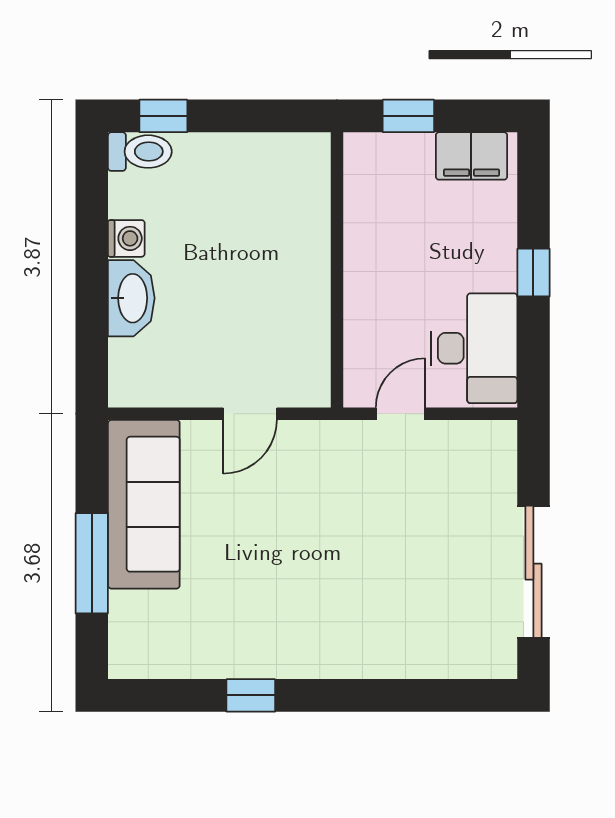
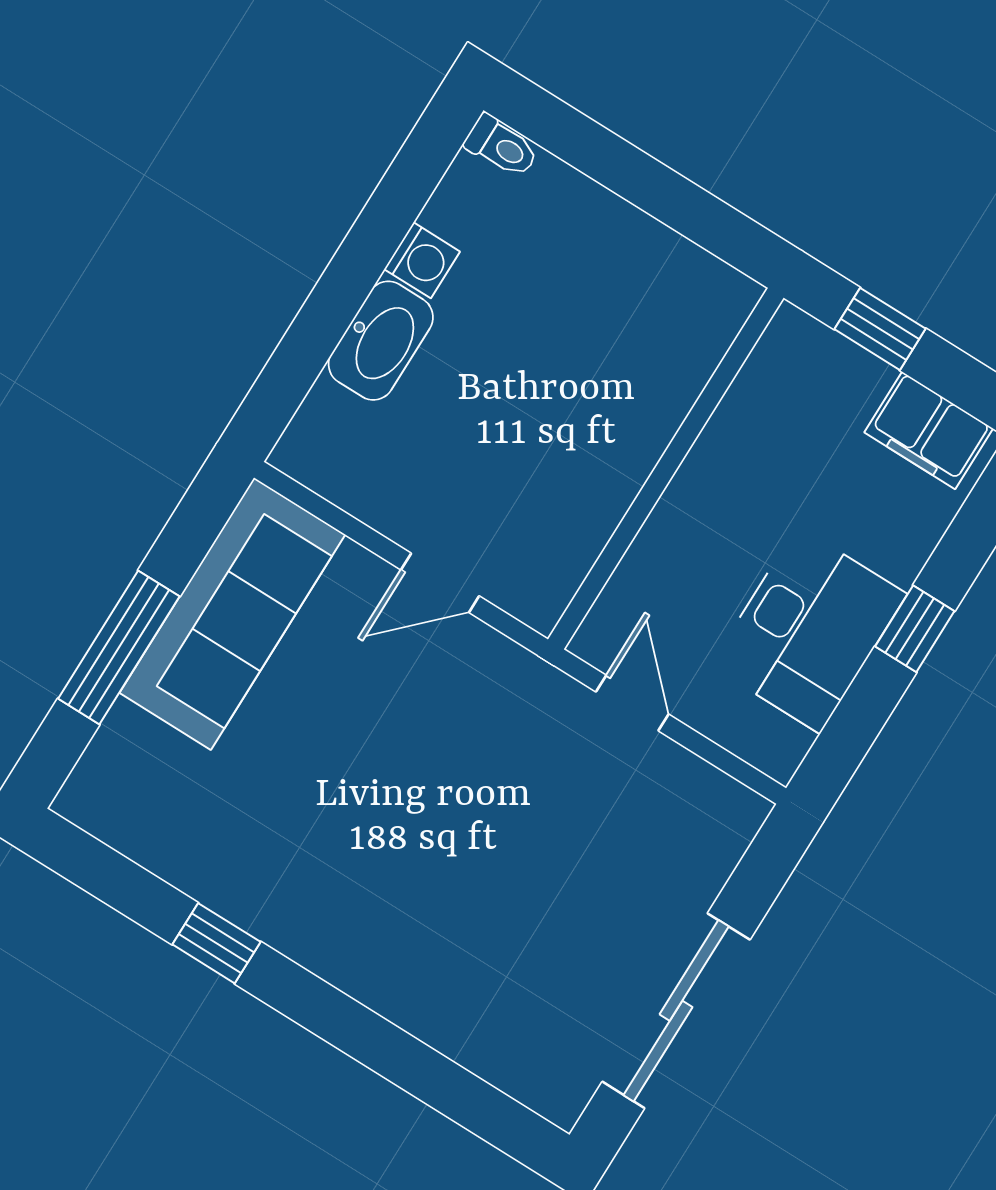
window: (163, 116) -> (567, 133), removed
toilet: (140, 152) -> (502, 146), width x0.73, depth x0.72
desk: (474, 348) -> (809, 630), moved
door: (400, 414) -> (632, 703), hinge flipped

